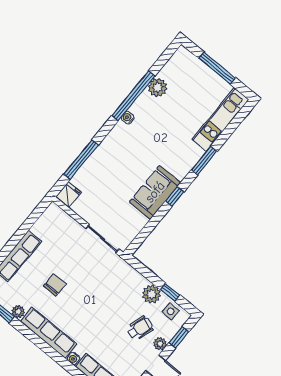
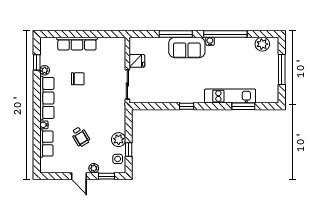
plant: (158, 87) -> (262, 44), moved
kitchen unit: (220, 120) -> (230, 96), moved
window: (81, 160) -> (176, 34), moved
window: (204, 161) -> (243, 106), moved
sofa: (155, 192) -> (187, 47), moved, turned 180
fridge: (68, 195) -> (137, 61), moved
wheelchair: (140, 328) -> (80, 137), moved, turned 42

